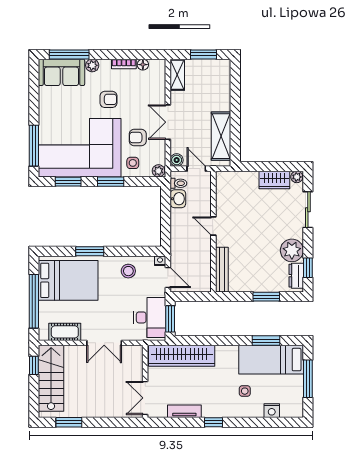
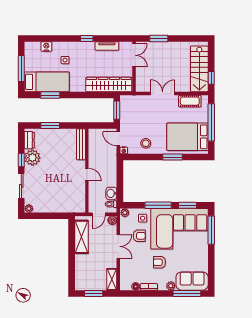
door: (196, 169) -> (99, 214), hinge flipped
wardrobe: (274, 180) -> (45, 206), removed
window: (111, 182) -> (158, 205), width x1.44
window: (308, 268) -> (21, 160), moved
desk: (150, 317) -> (131, 111), removed
window: (69, 422) -> (159, 38), moved

